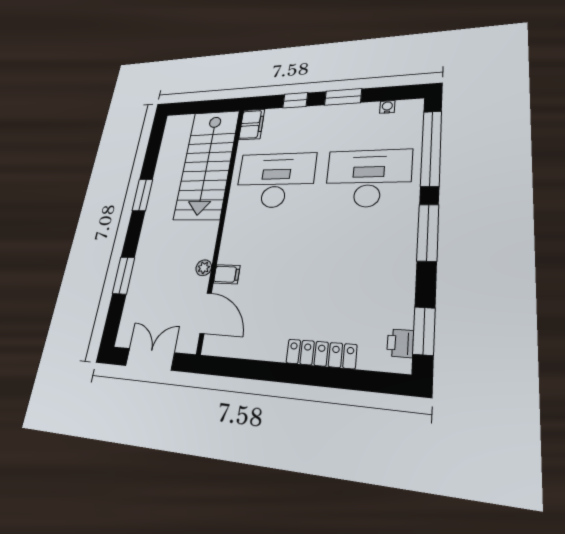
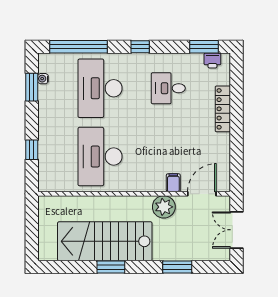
window: (343, 97) -> (32, 87), moved
filing cabinet: (252, 124) -> (51, 183), removed
stairs: (207, 164) -> (105, 241), moved, turned 180
window: (428, 232) -> (140, 47), width x0.46
plant: (204, 268) -> (164, 207), width x1.87, depth x1.87
desk: (360, 272) -> (168, 88), added

